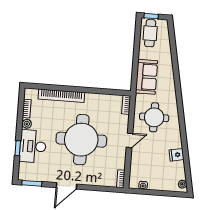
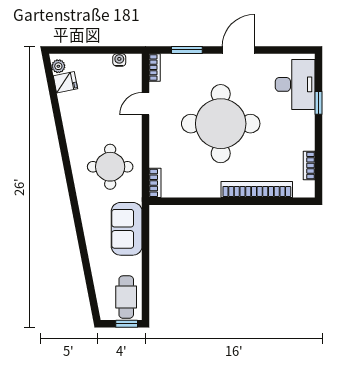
plant: (27, 124) -> (307, 142), removed
door: (130, 140) -> (146, 104), moved
desk: (33, 146) -> (295, 84), moved
fridge: (176, 155) -> (65, 82), moved
window: (32, 183) -> (187, 50), moved

